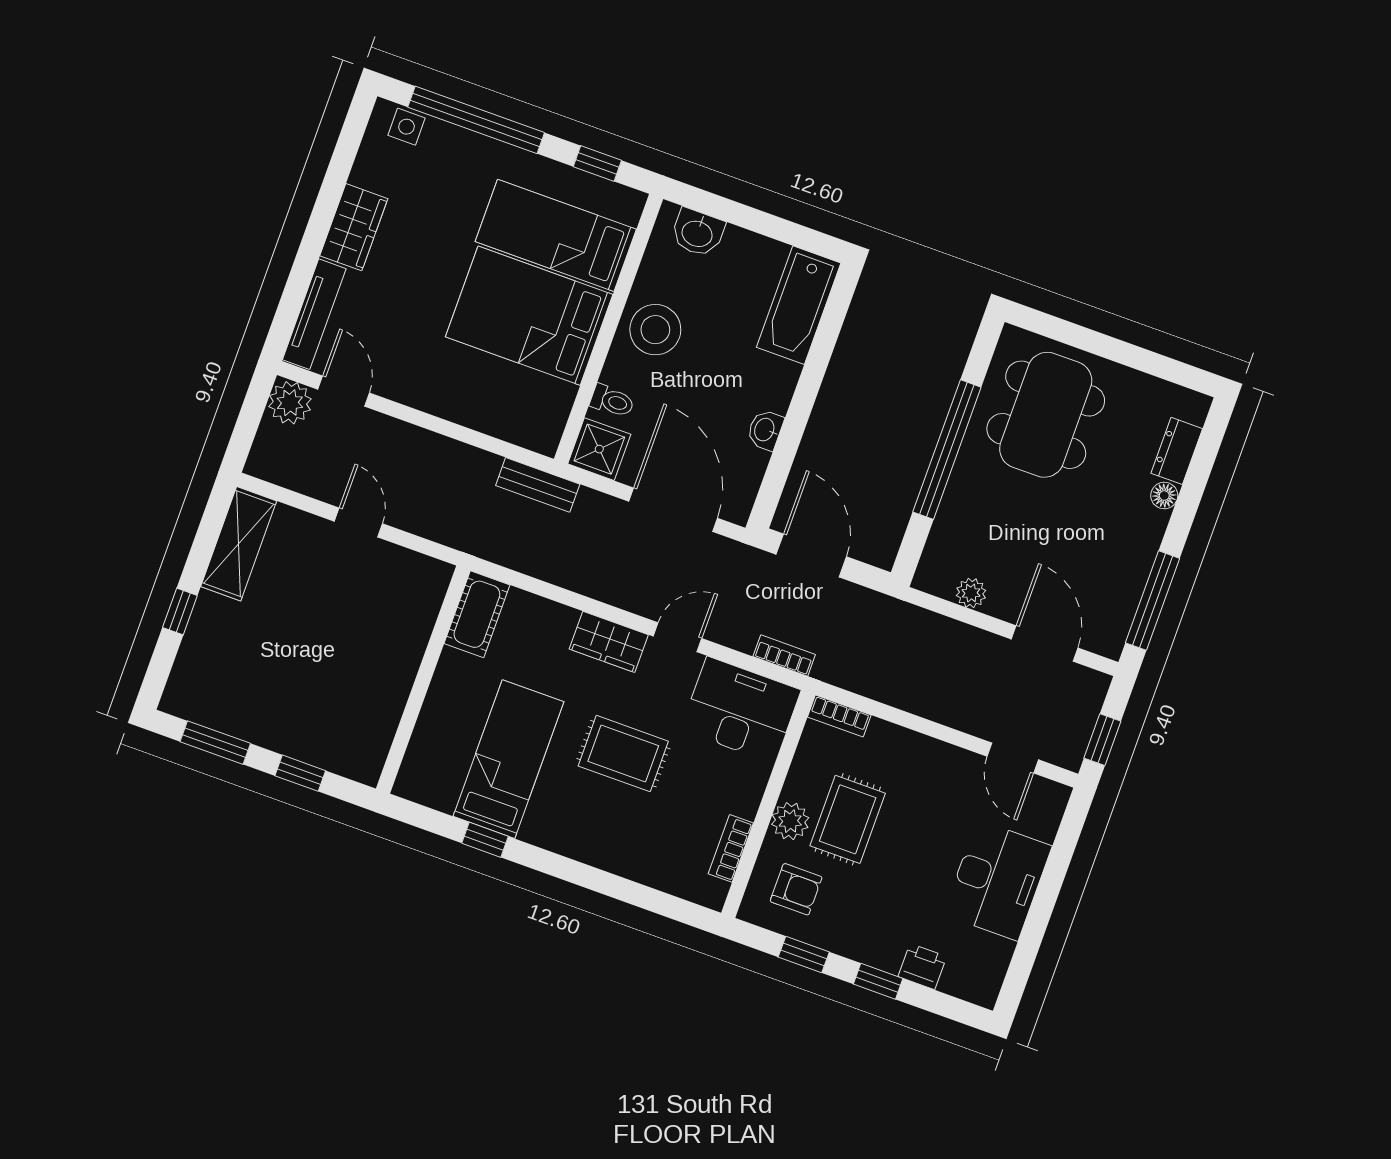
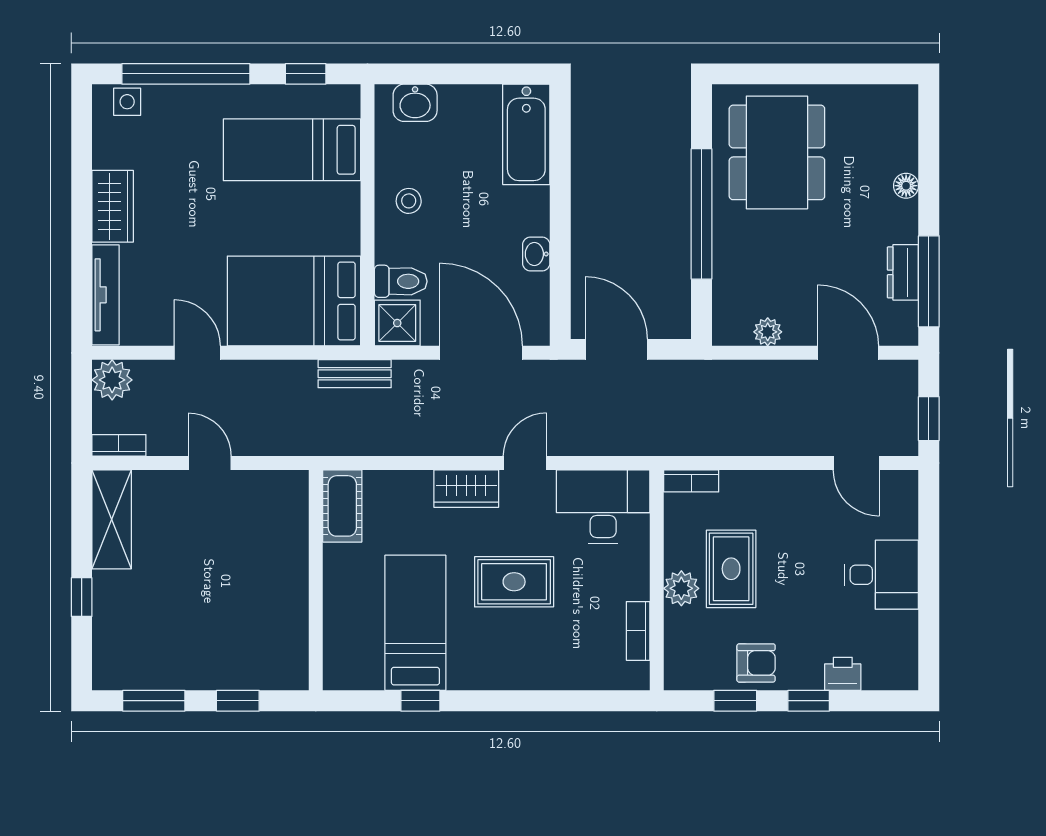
bed: (529, 316) -> (294, 301), moved
stool: (655, 330) -> (409, 201), width x0.53, depth x0.53
door: (344, 391) -> (197, 353), moved
toilet: (612, 401) -> (401, 281), width x1.37, depth x1.39
dresser: (1177, 451) -> (903, 272), moved
bookcase: (784, 656) -> (119, 445), moved
desk: (998, 880) -> (881, 575), width x0.73
armchair: (796, 889) -> (756, 663), moved

